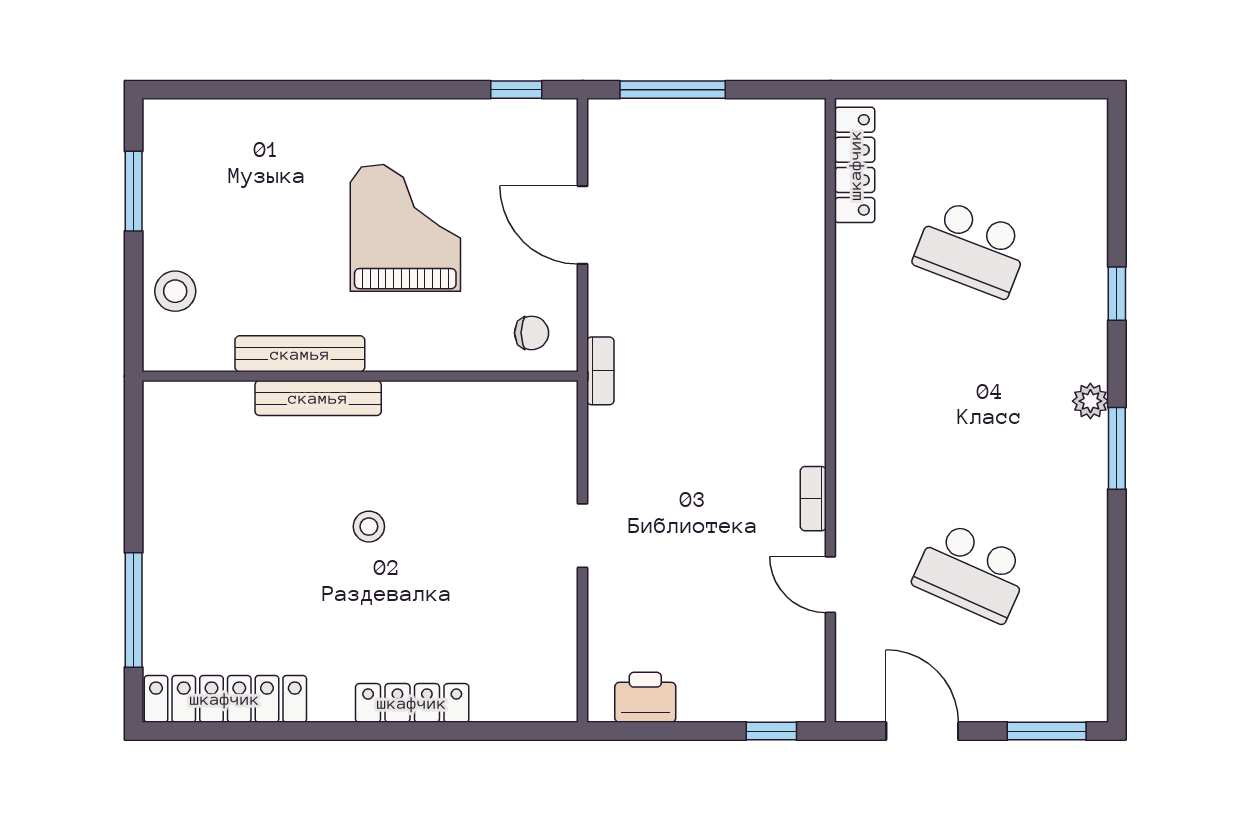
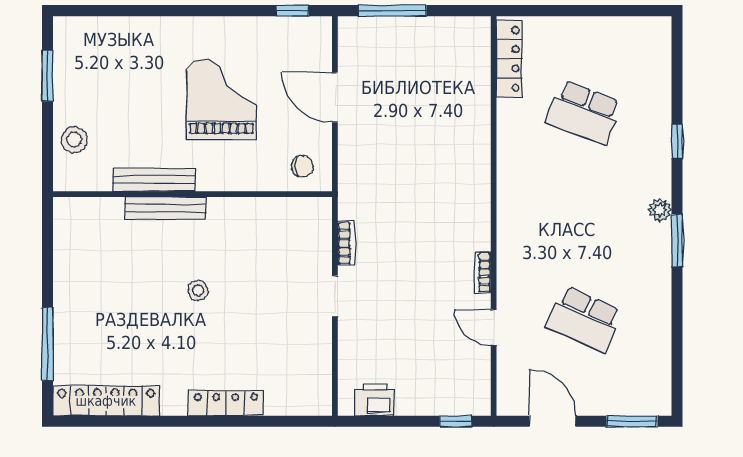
bookcase: (600, 371) -> (346, 243), moved

